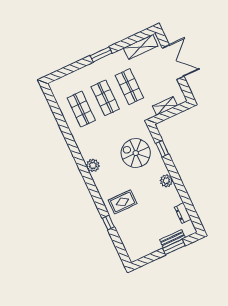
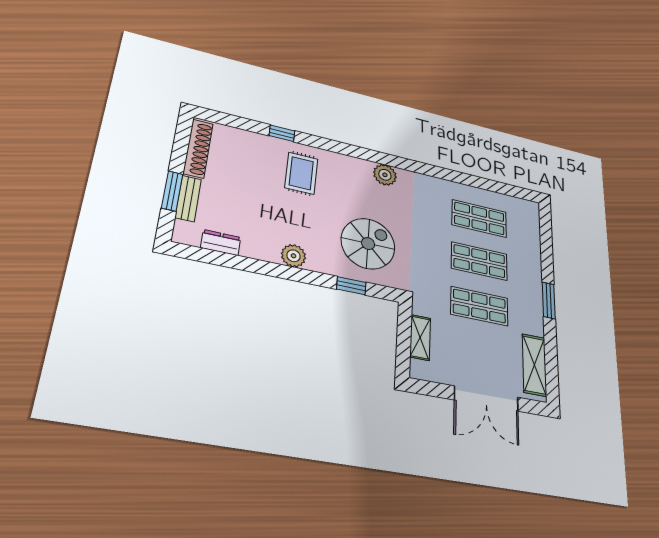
shoe rack: (145, 251) -> (198, 148), added

